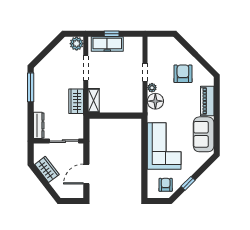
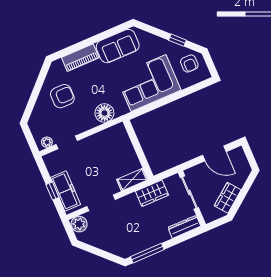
doorway: (145, 72) -> (67, 142), moved
armchair: (183, 74) -> (62, 96), turned 180
plant: (152, 88) -> (47, 142), moved
wardrobe: (76, 101) -> (152, 193), moved
armchair: (166, 185) -> (189, 63), turned -90

